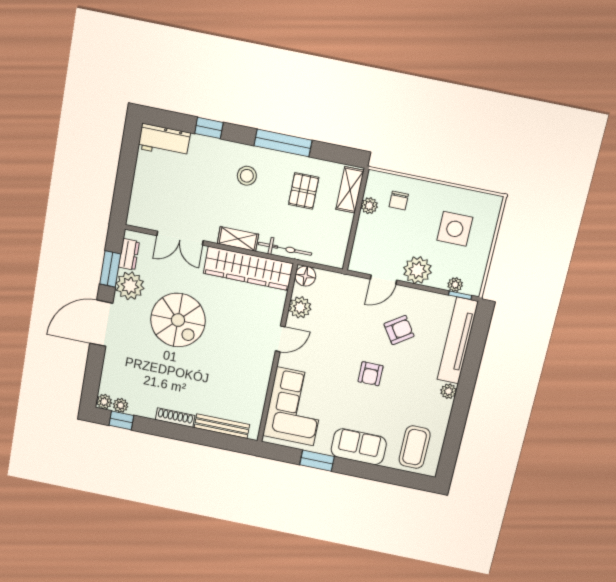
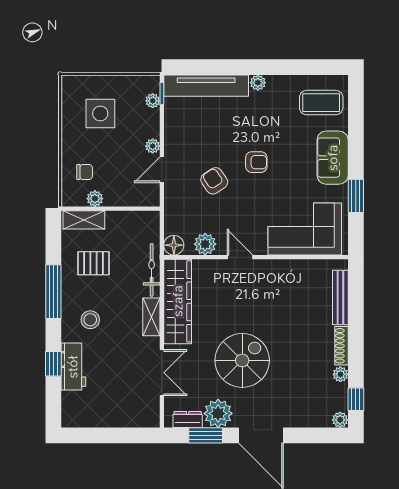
workbench: (164, 141) -> (73, 367), moved
plant: (417, 270) -> (153, 146), width x0.53, depth x0.53
door: (383, 280) -> (162, 170), swing flipped
armchair: (399, 330) -> (214, 181), moved
plant: (121, 405) -> (340, 374), moved

